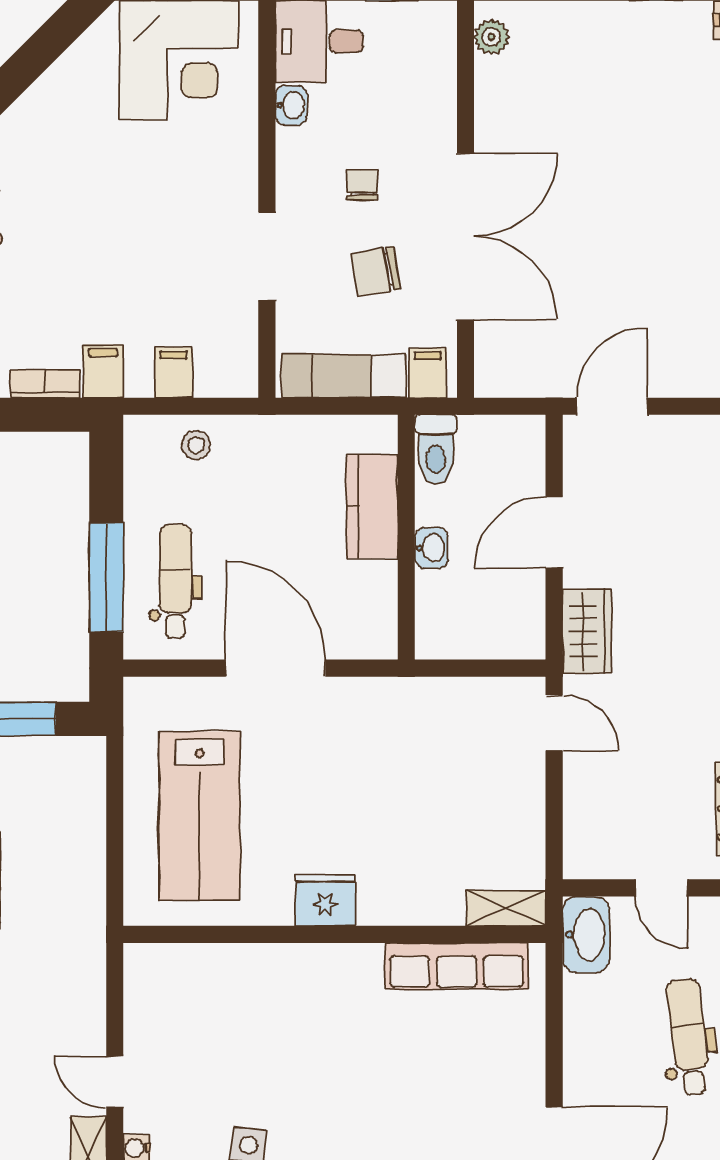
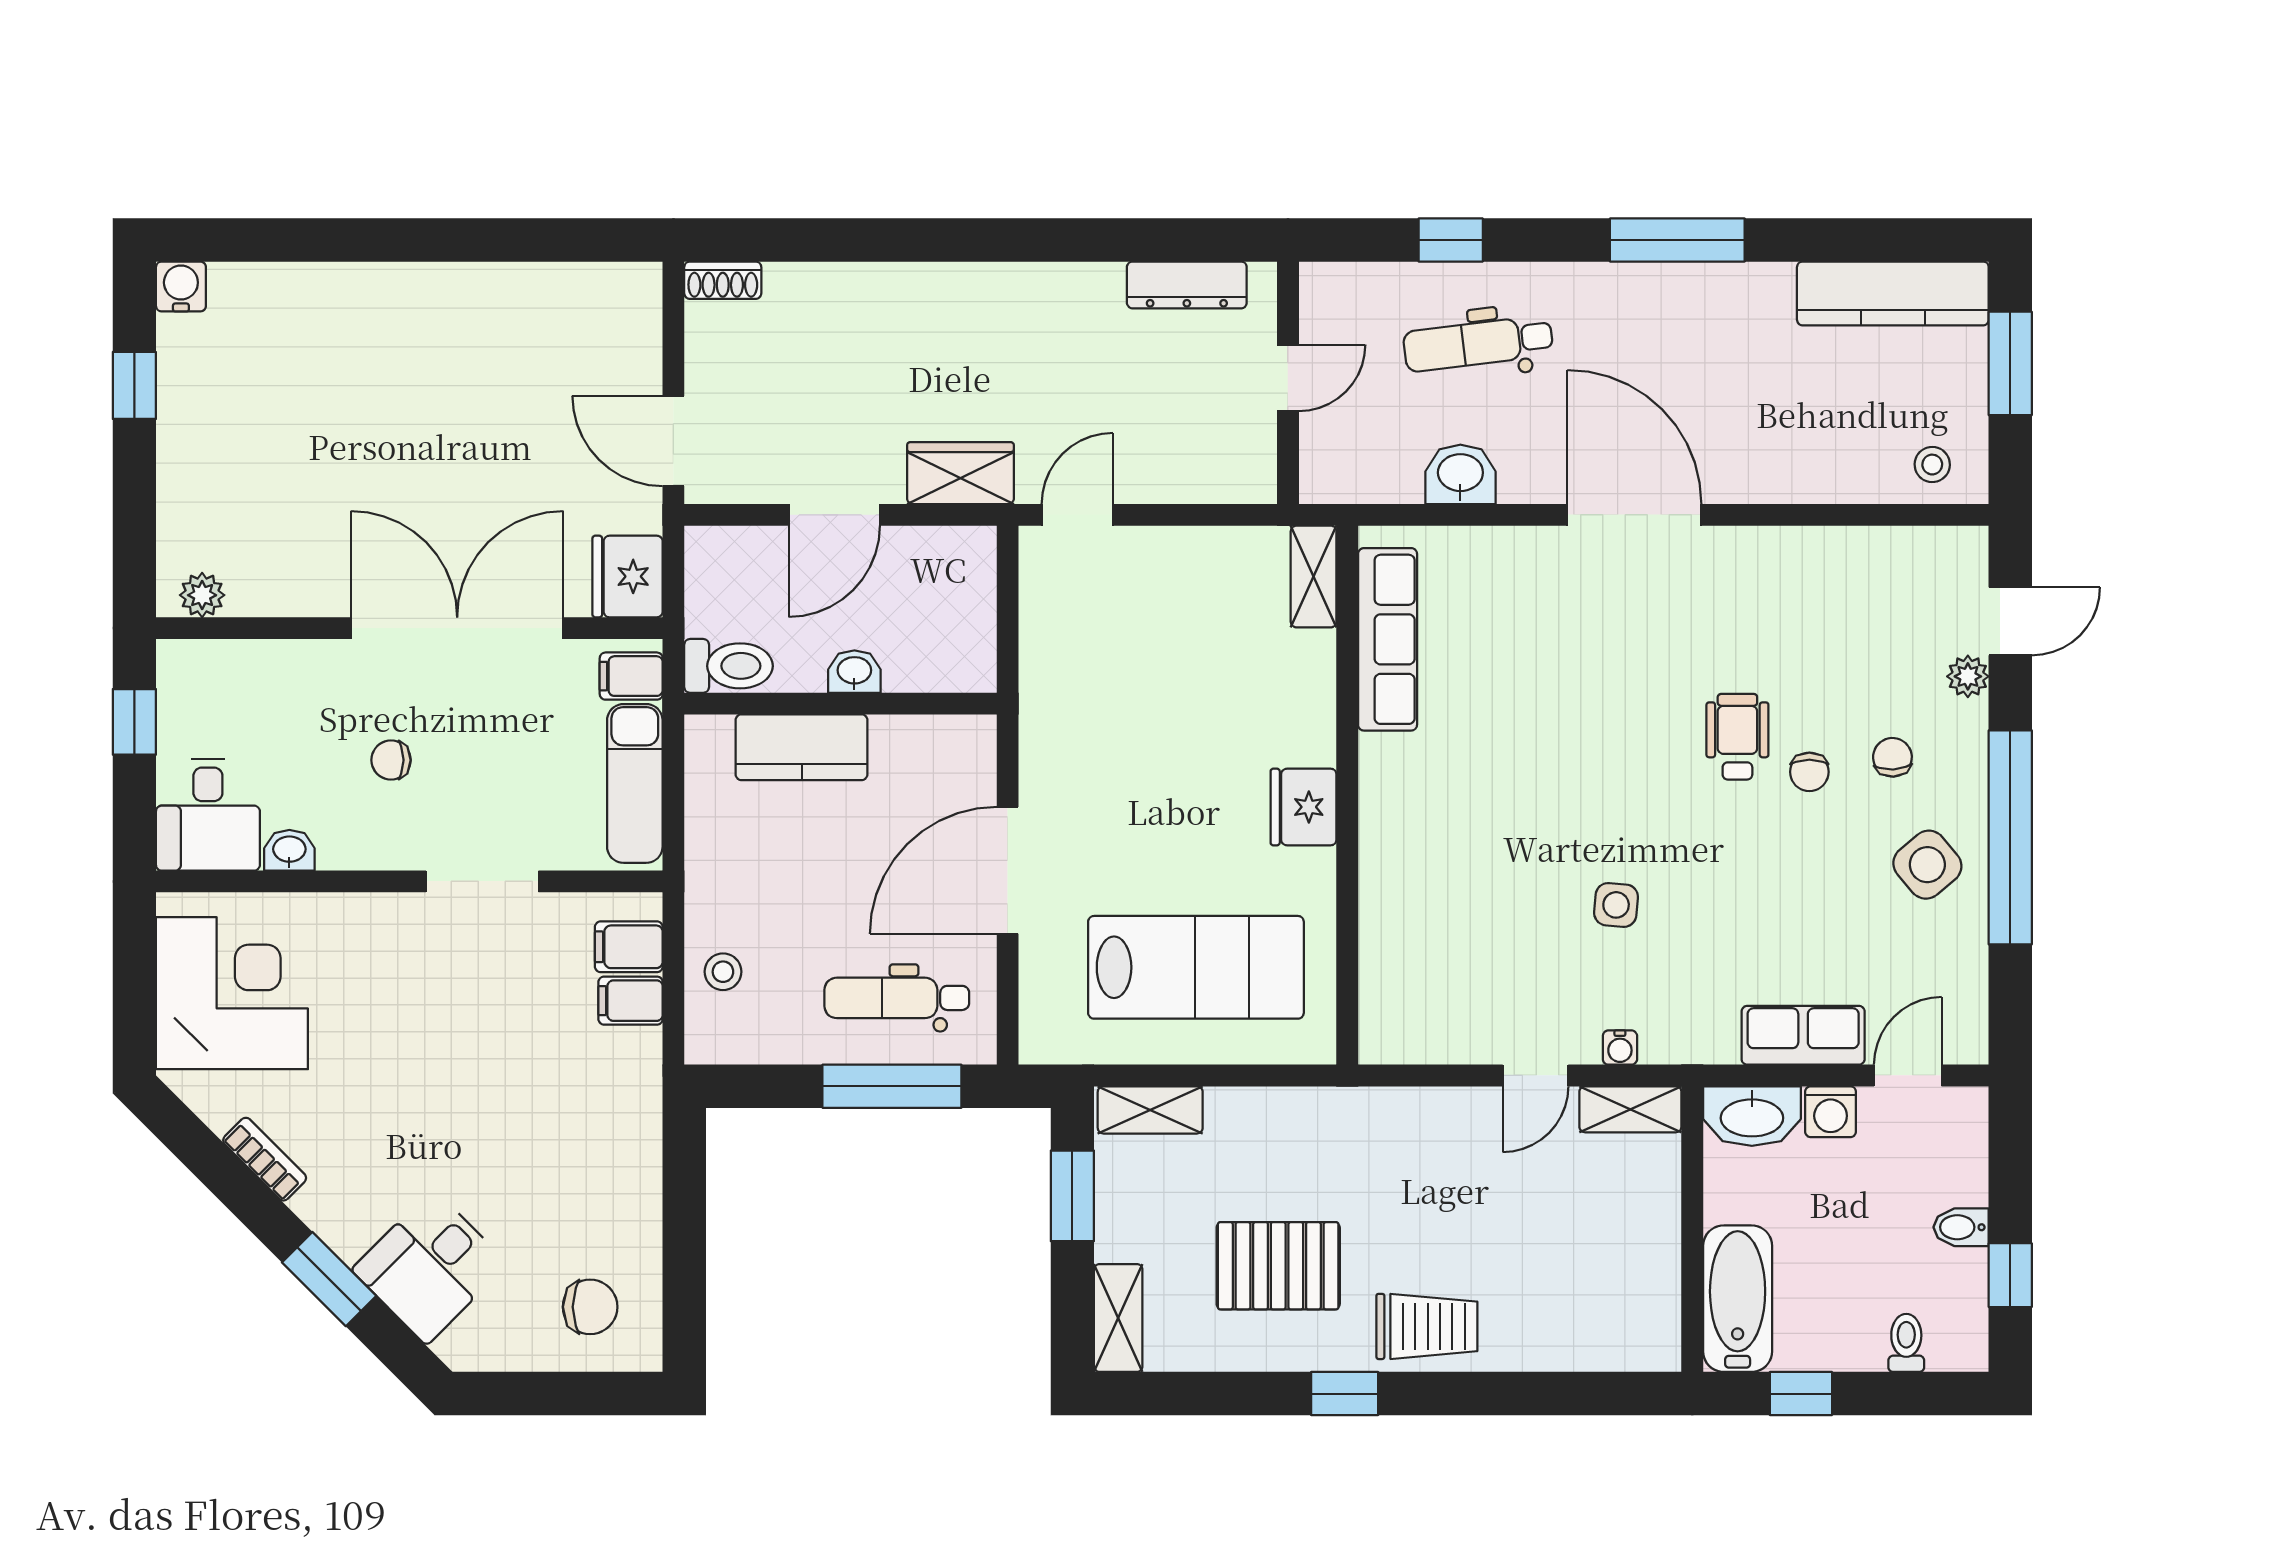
chair: (376, 271) -> (501, 743), removed
fridge: (506, 370) -> (628, 576), added
filing cabinet: (103, 371) -> (629, 947), moved
bookcase: (45, 384) -> (265, 1159), moved, turned 135
door: (554, 532) -> (834, 515), hinge flipped
shelving: (88, 780) -> (1150, 1110), added
washbasin: (586, 935) -> (1460, 474), moved, width x0.72

